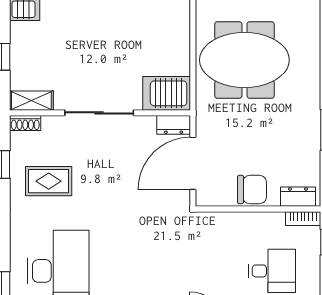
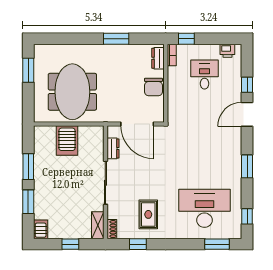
server rack: (167, 93) -> (67, 140), moved
dresser: (174, 125) -> (113, 148), moved
chair: (252, 190) -> (153, 87), turned 180

